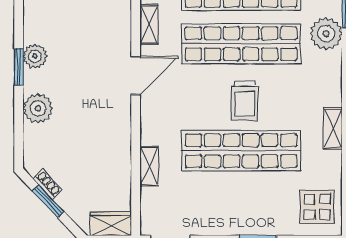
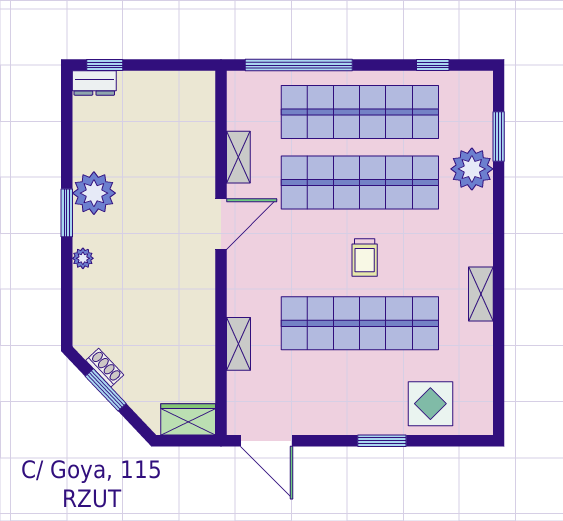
plant: (35, 56) -> (94, 193), width x1.36, depth x1.36
trolley: (245, 101) -> (365, 258), width x0.73, depth x0.72
plant: (38, 108) -> (83, 258), width x0.53, depth x0.53
display table: (317, 207) -> (430, 404), moved

